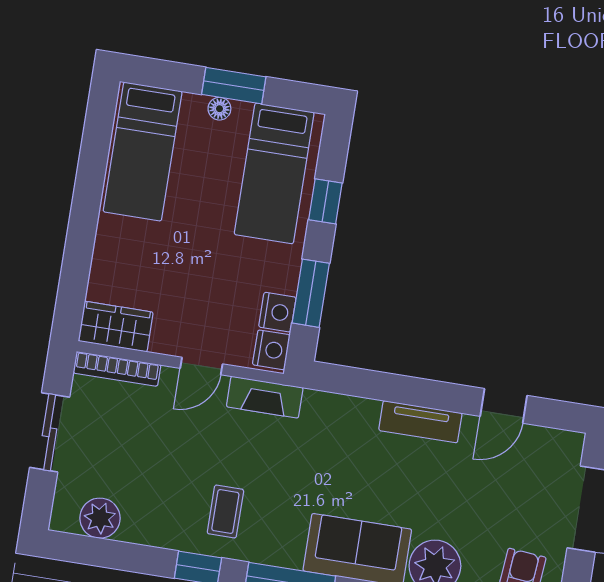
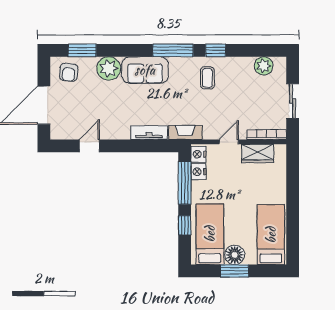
floor lamp: (219, 109) -> (235, 255), width x1.89, depth x1.89
window: (311, 293) -> (185, 183), width x1.44
wardrobe: (116, 327) -> (258, 154), moved
fireplace: (265, 397) -> (185, 132), moved
tv unit: (420, 422) -> (149, 133), moved

